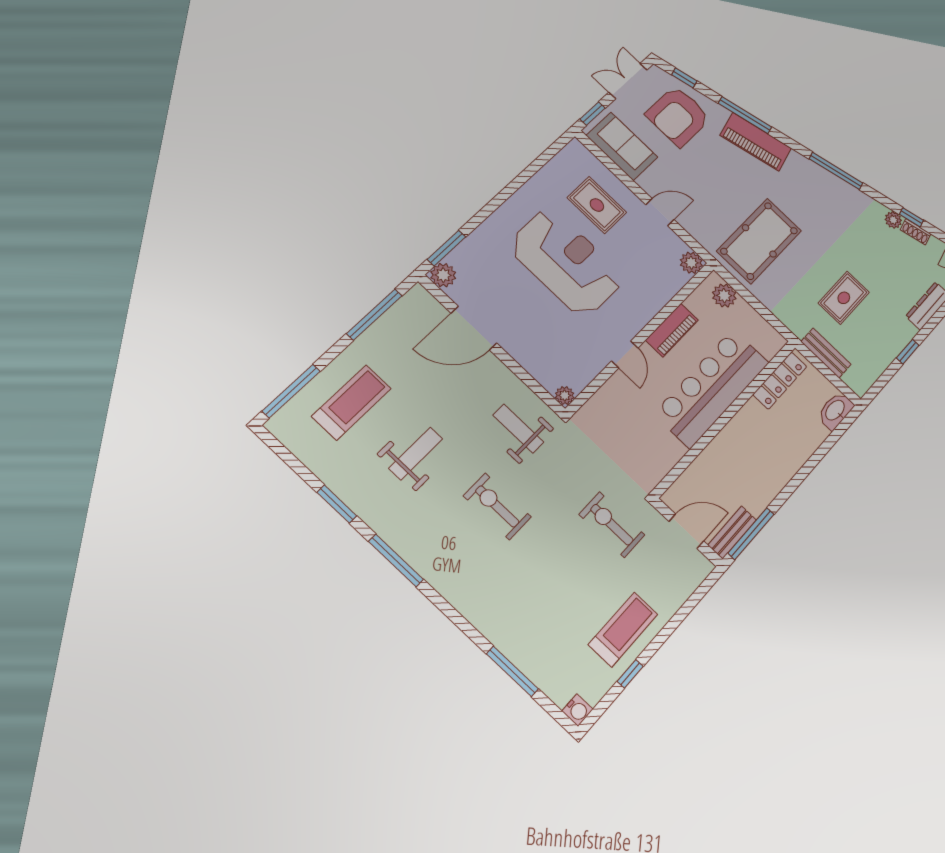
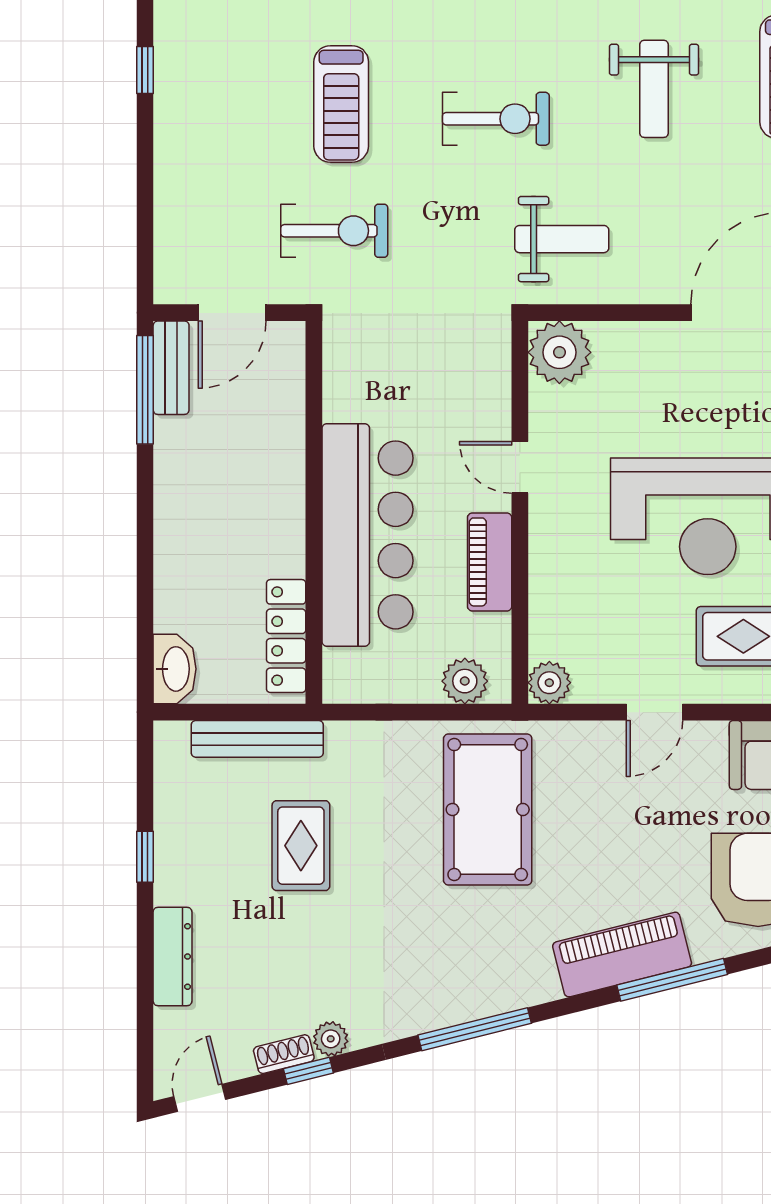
bench: (826, 353) -> (257, 739), width x1.36
plant: (565, 395) -> (559, 352), width x1.88, depth x1.88
treadmill: (623, 629) -> (341, 104), moved

